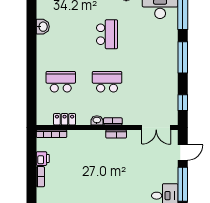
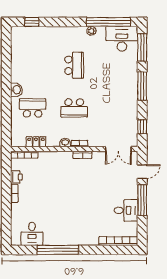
washbasin: (43, 27) -> (16, 90), moved
school desk: (107, 82) -> (74, 108), turned 180

